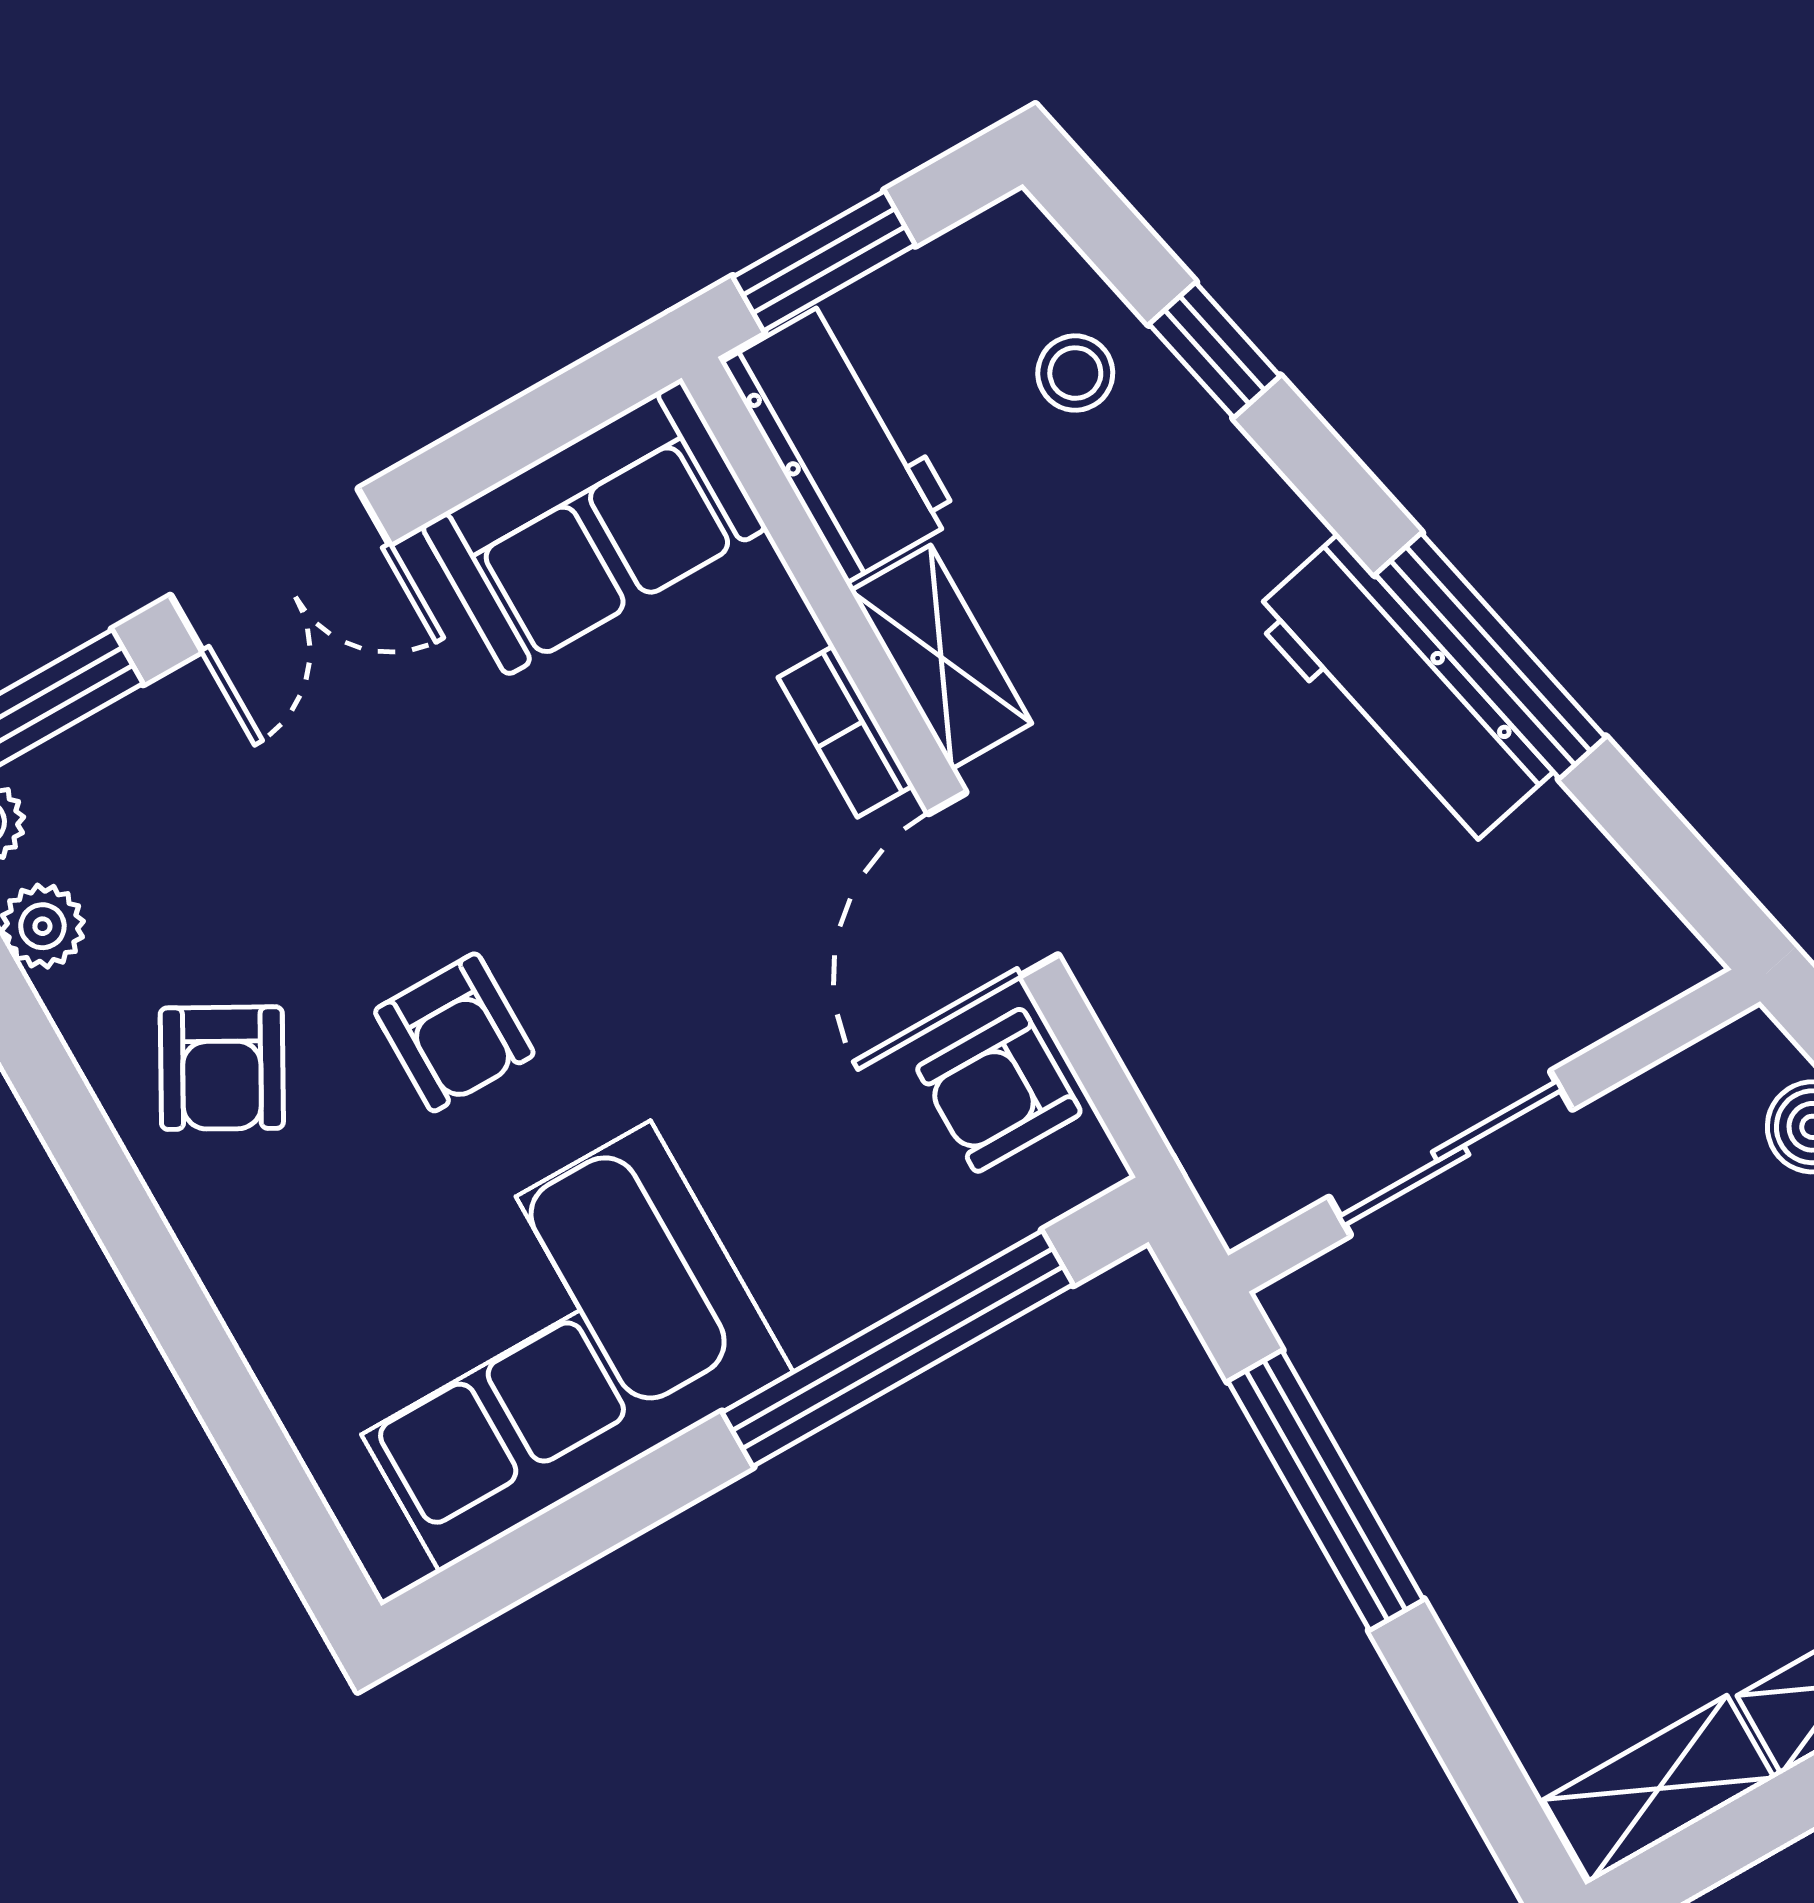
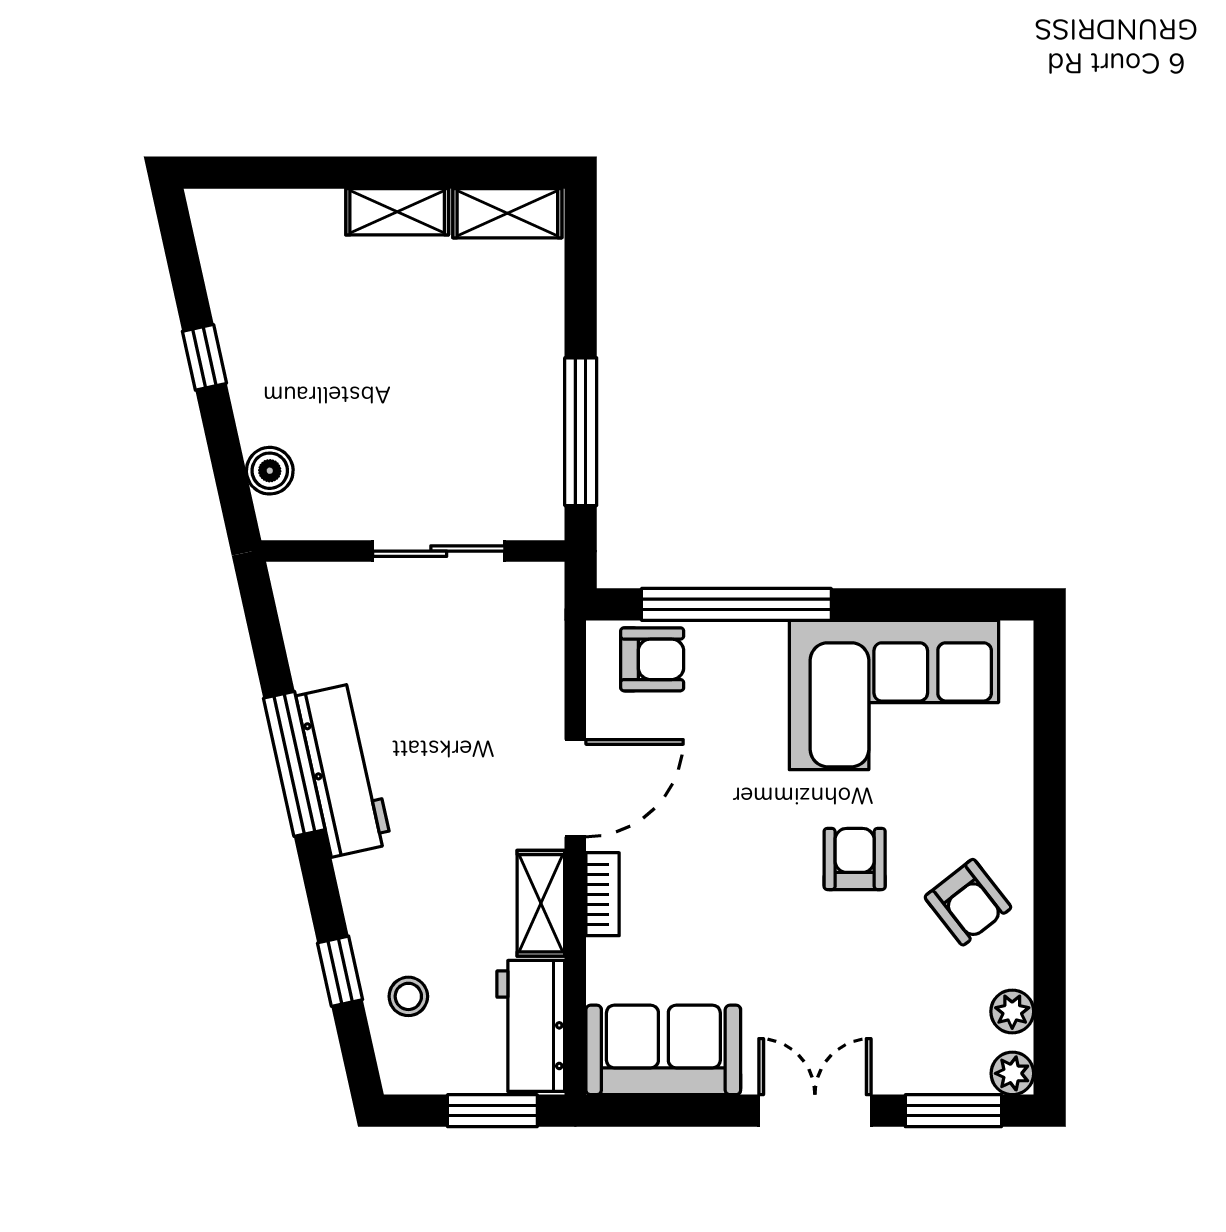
armchair: (222, 1068) -> (968, 902), turned 113
armchair: (999, 1090) -> (652, 659), moved

